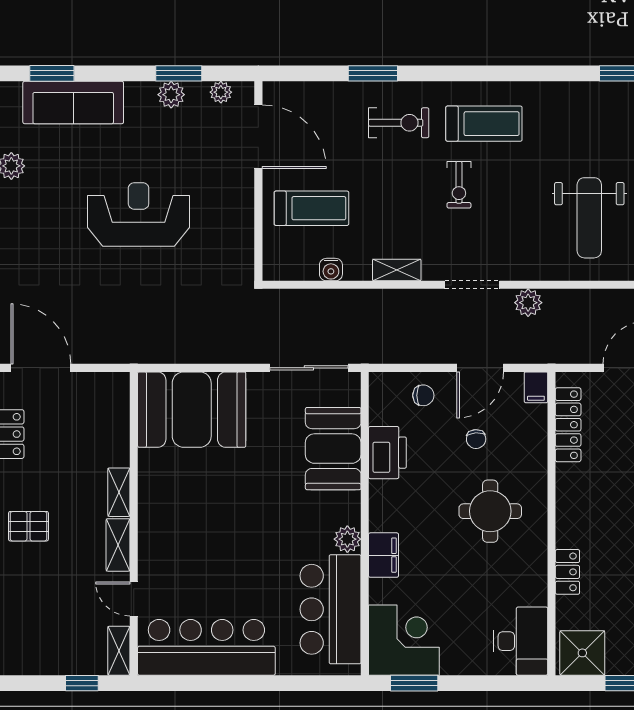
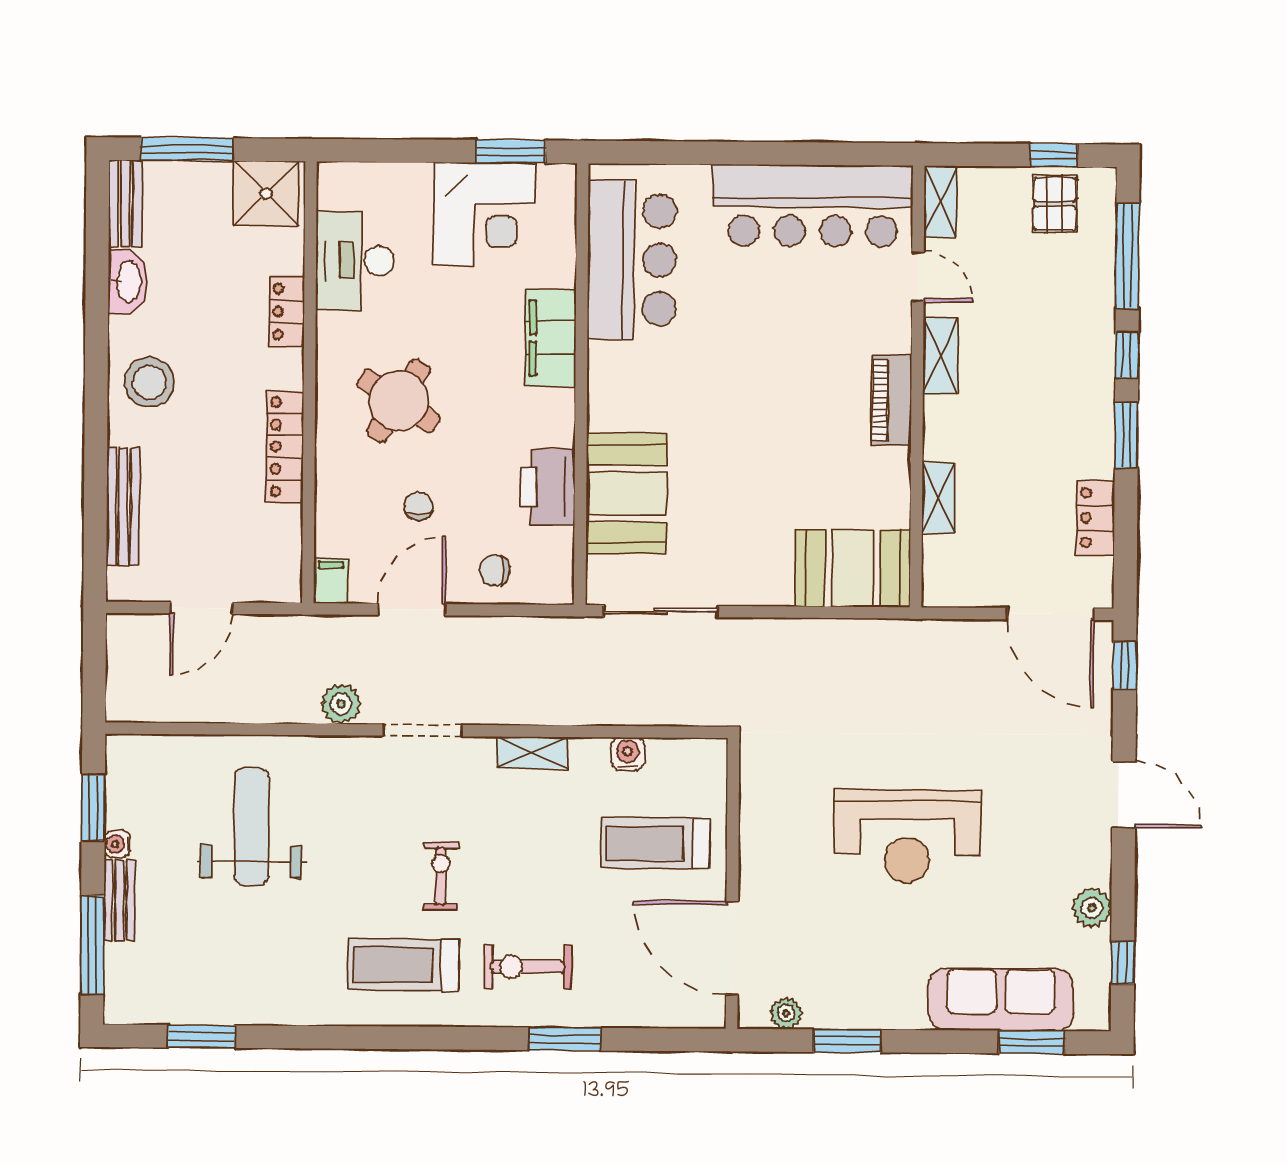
plant: (171, 95) -> (858, 1010), removed
booth: (192, 410) -> (853, 568), width x0.73, depth x0.70
locker: (568, 425) -> (285, 447), moved
shelving: (119, 492) -> (938, 498), moved
round table: (490, 511) -> (399, 401), turned 33
piano: (152, 514) -> (891, 400), added
pallet: (28, 526) -> (1055, 204), moved, turned 90
plant: (347, 539) -> (607, 362), removed
filing cabinet: (384, 555) -> (551, 338), width x1.50, depth x1.17
corner desk: (404, 640) -> (484, 214), moved, turned -90
desk: (521, 641) -> (355, 261), moved
window: (82, 683) -> (1054, 155), moved

